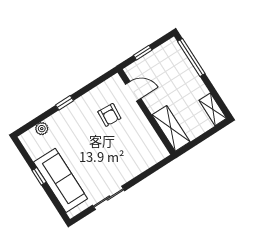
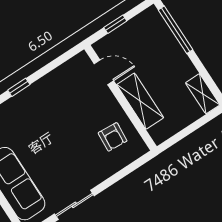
armchair: (109, 115) -> (113, 137), moved
shelving: (171, 128) -> (140, 101), moved

